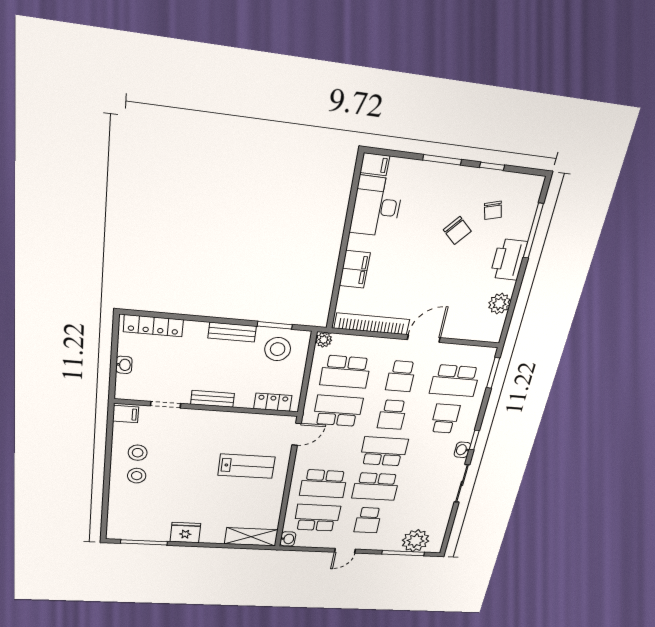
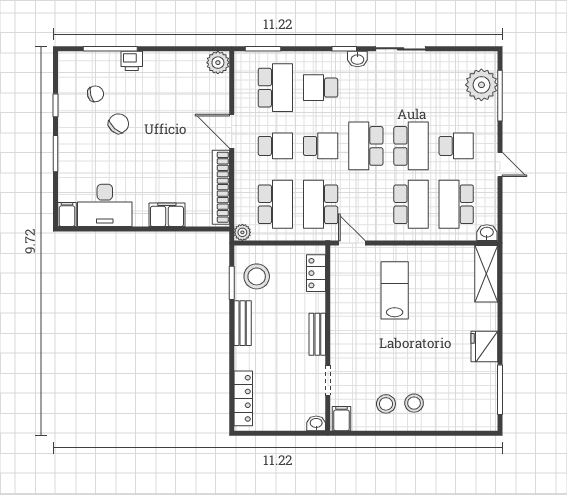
printer: (509, 260) -> (132, 61), width x0.53, depth x0.68
plant: (499, 304) -> (218, 63), moved
washbasin: (124, 365) -> (316, 423), moved

